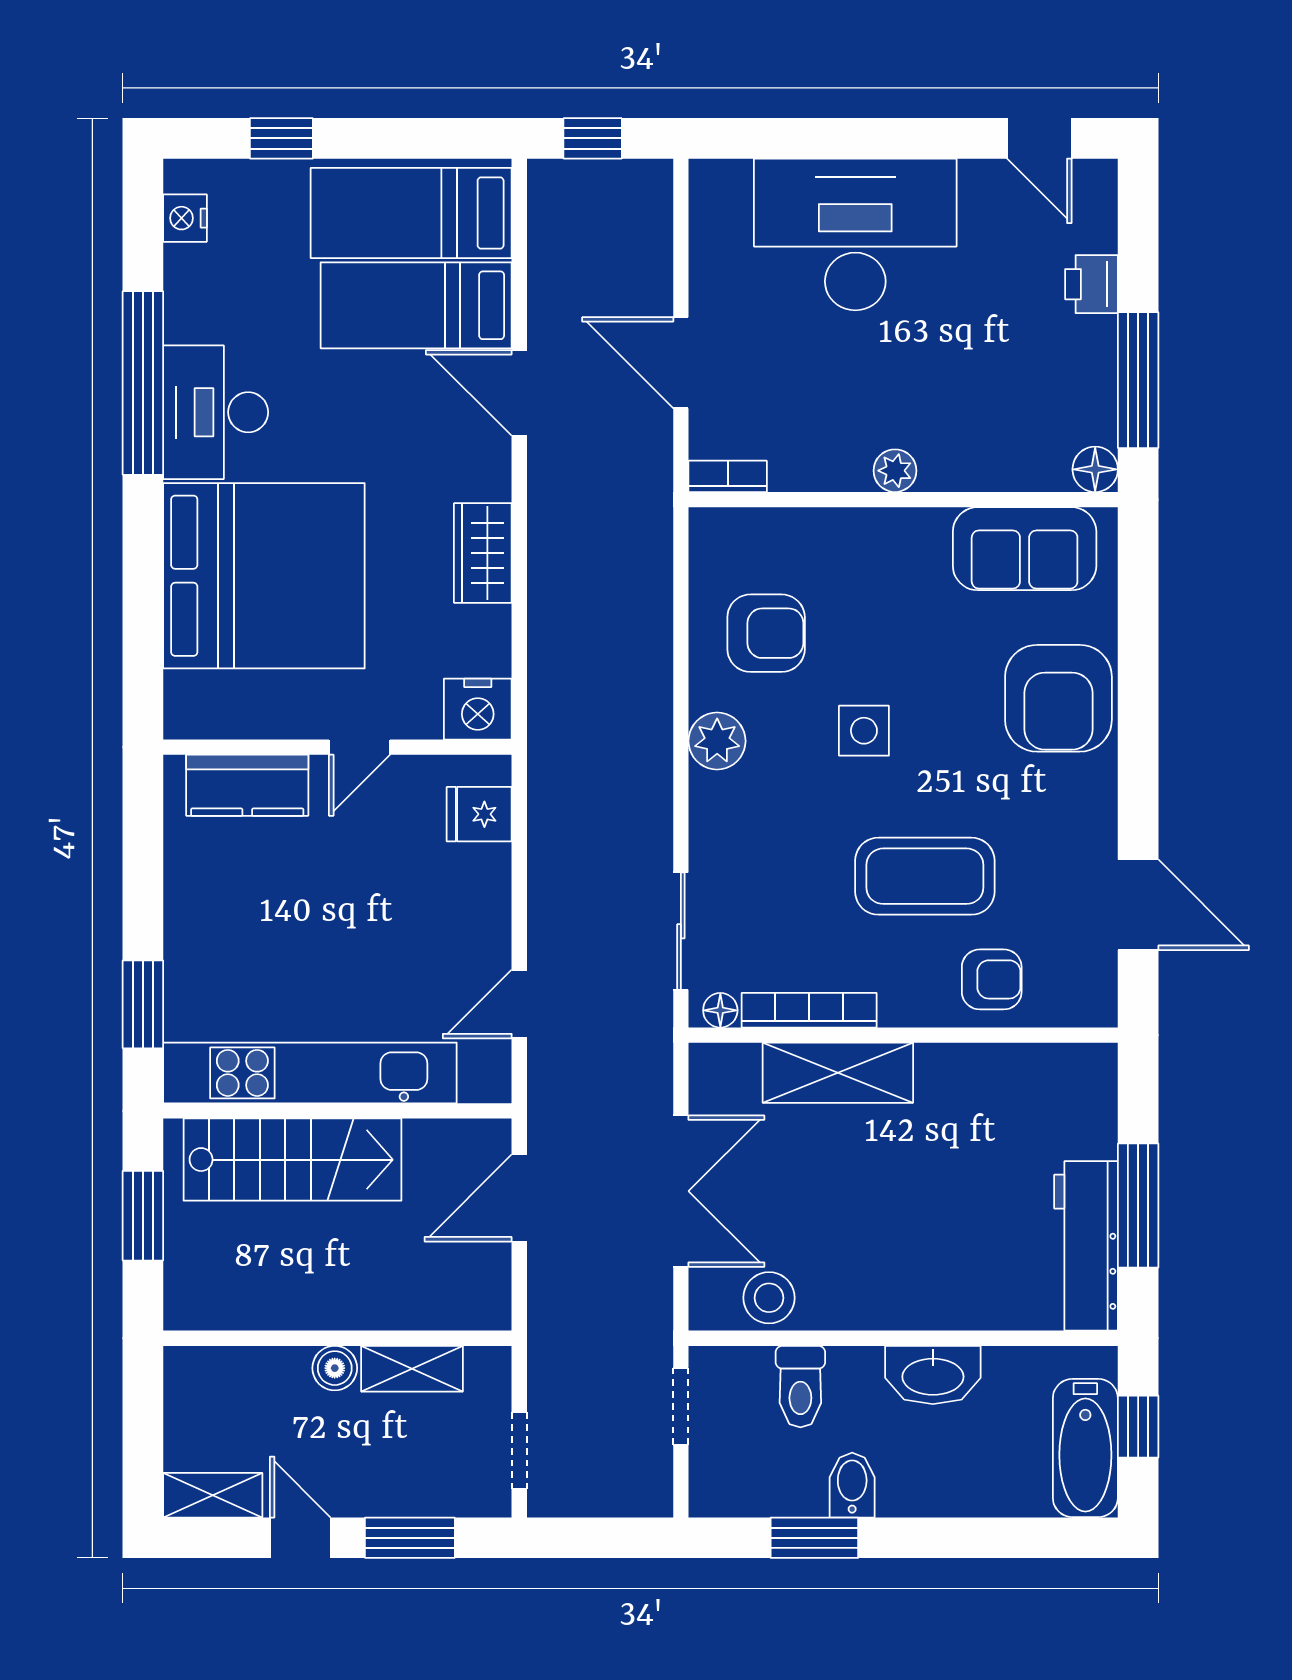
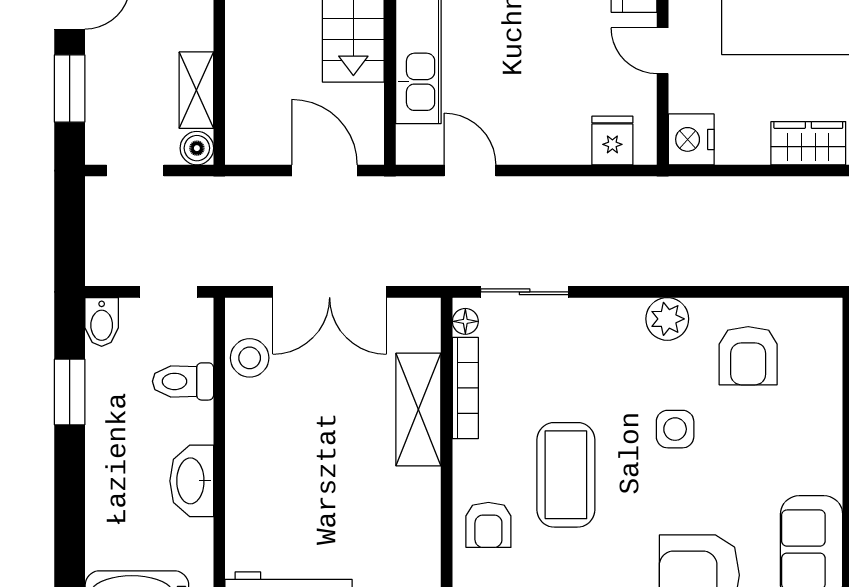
boiler: (335, 1368) -> (197, 148), moved
bidet: (852, 1485) -> (102, 322), moved, turned 90

